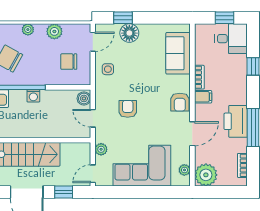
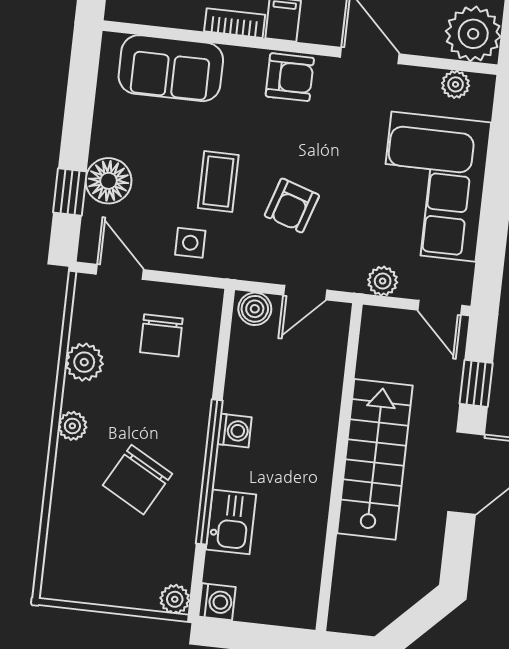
coffee table: (134, 78) -> (218, 182), added
armchair: (128, 109) -> (292, 205), turned -72

